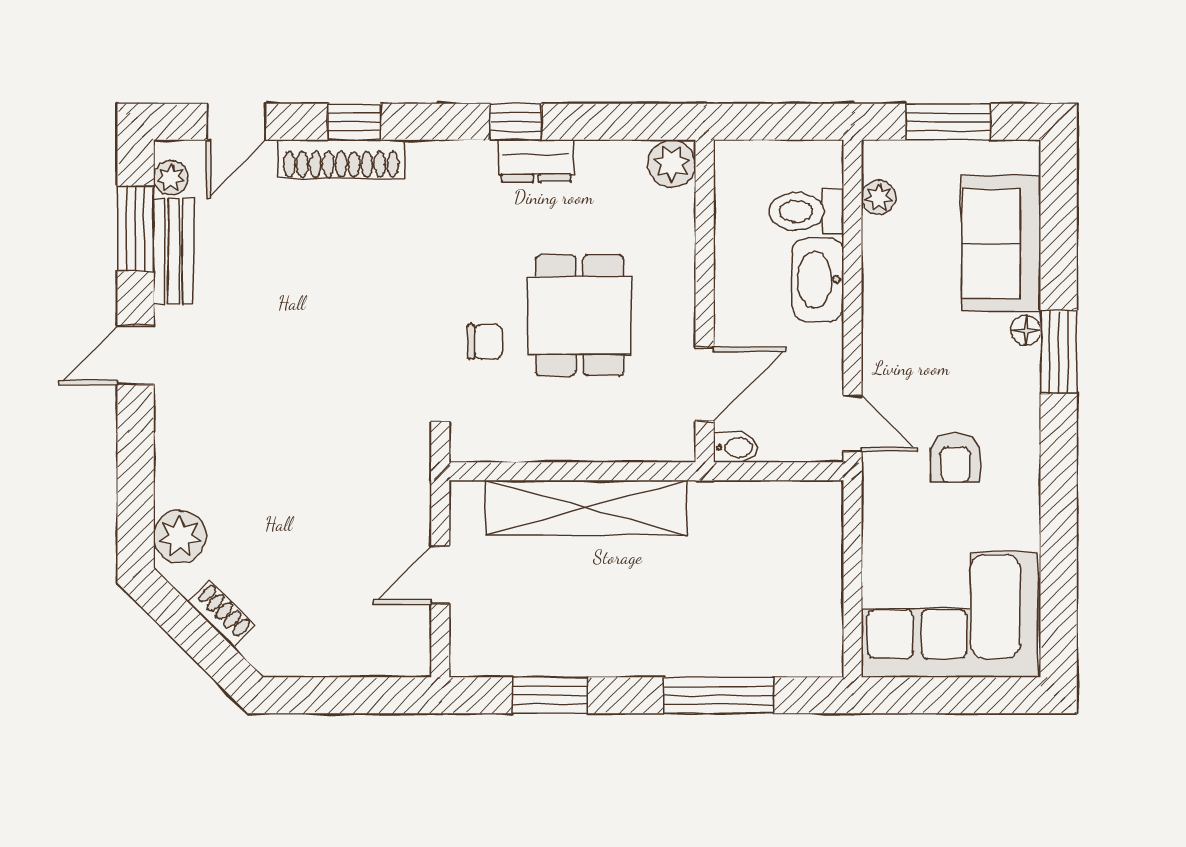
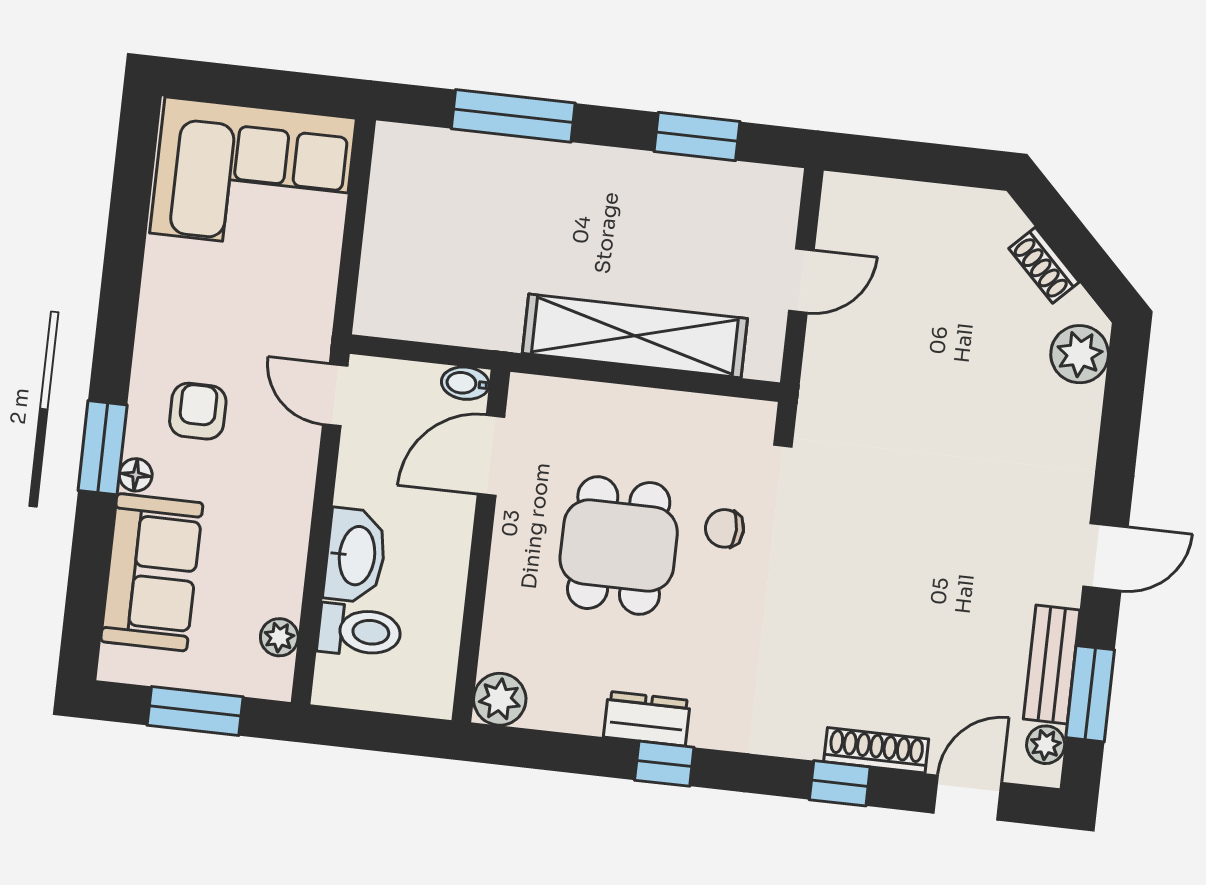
shoe rack: (341, 159) -> (876, 750), width x0.74, depth x0.81
armchair: (955, 458) -> (198, 411), moved

